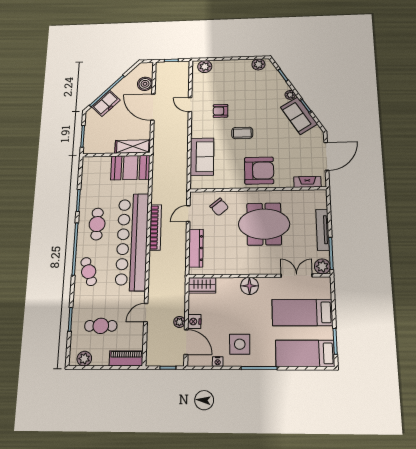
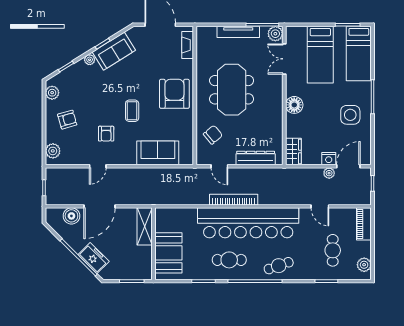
armchair: (234, 78) -> (67, 120), added
booth: (130, 168) -> (168, 253), moved
nightstand: (218, 361) -> (366, 136), removed

